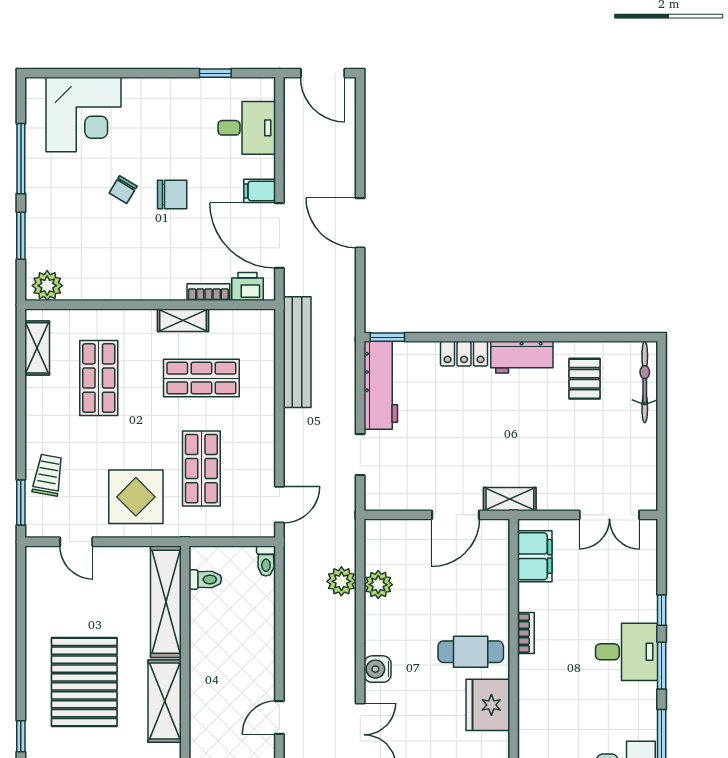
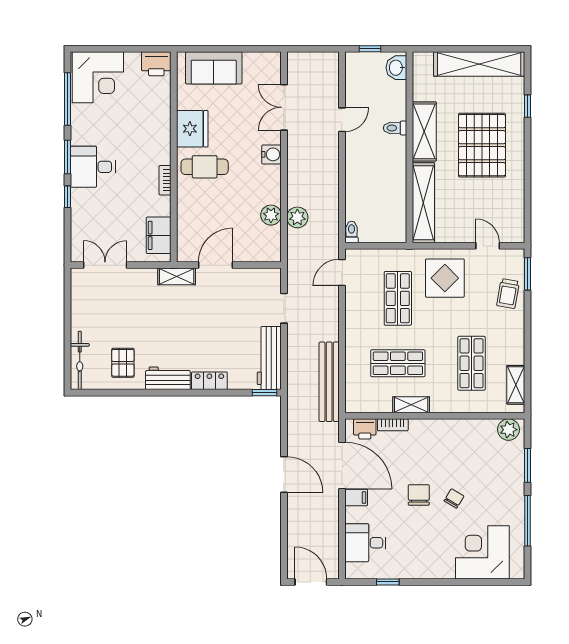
chair: (172, 194) -> (419, 495), turned 90
toilet: (205, 579) -> (395, 128), moved

